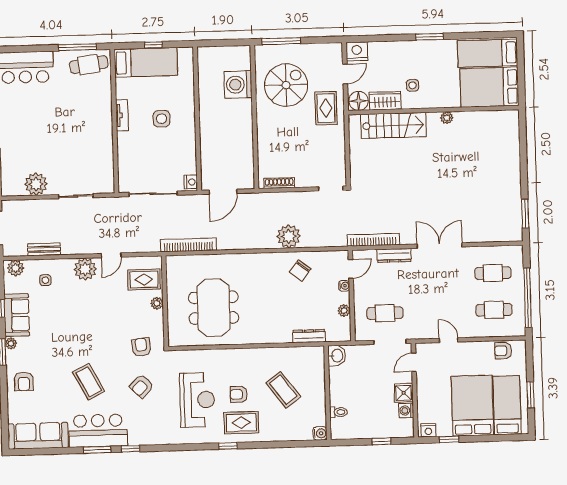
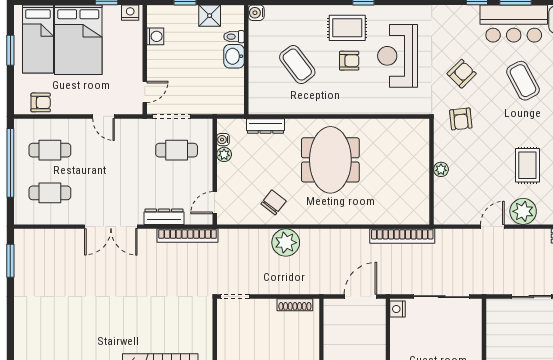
rug: (144, 279) -> (527, 165), moved, turned 90
water cooler: (344, 286) -> (223, 140), moved
meeting table: (214, 308) -> (330, 160), moved
washbasin: (337, 356) -> (234, 56), moved
shower: (404, 393) -> (210, 16), moved

